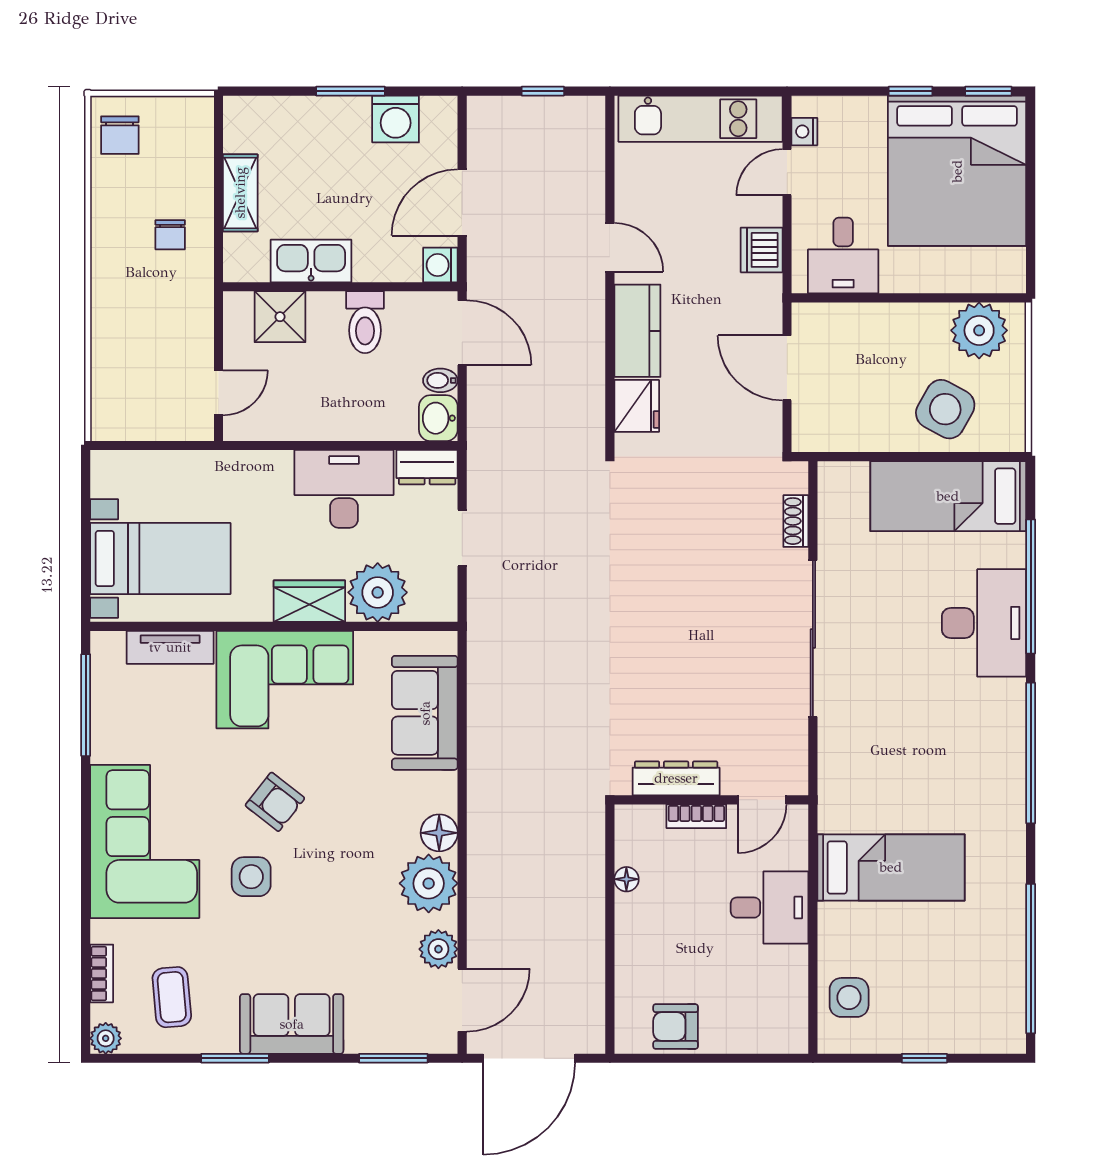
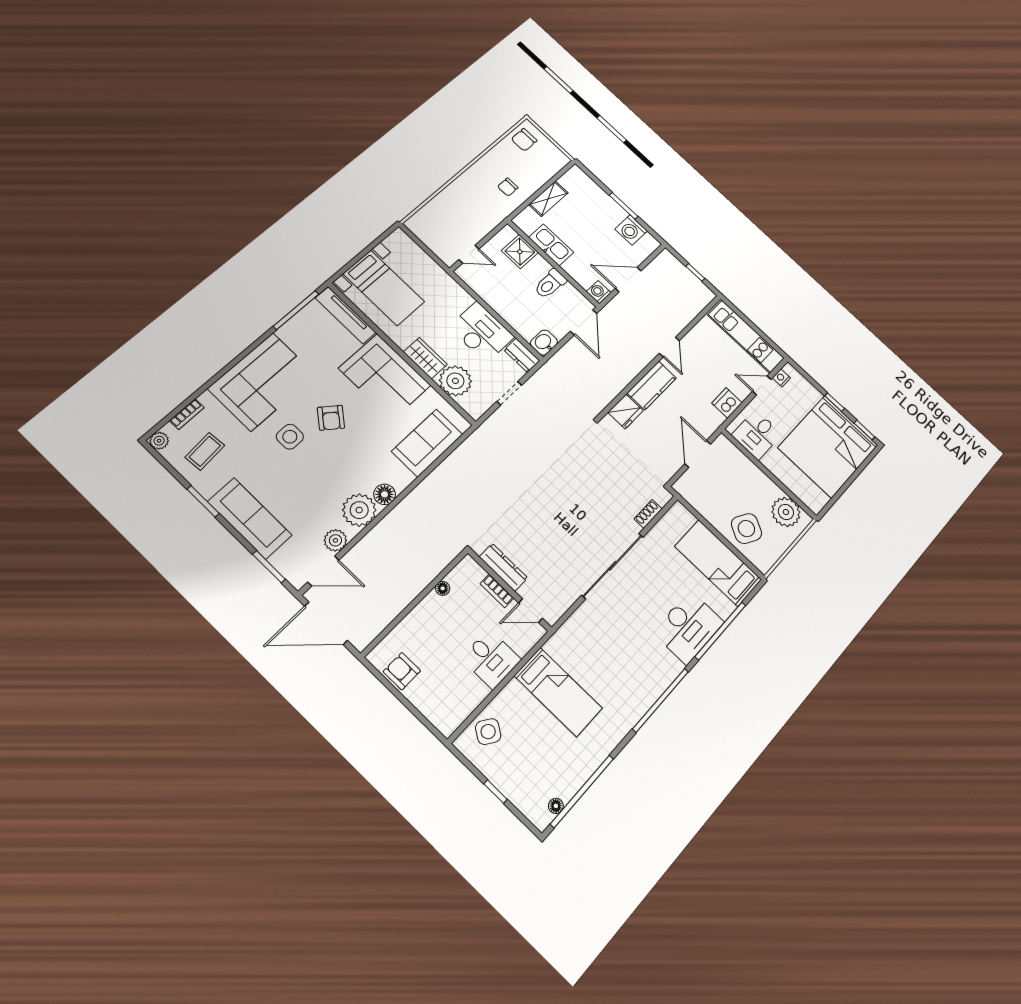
bidet: (440, 380) -> (558, 330), removed
tv unit: (170, 647) -> (346, 315), width x1.41
side table: (849, 997) -> (488, 732), turned 34
floor lamp: (1014, 1006) -> (556, 806), added
sofa: (292, 1024) -> (250, 518), width x1.36

